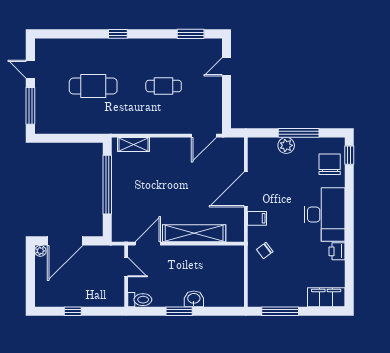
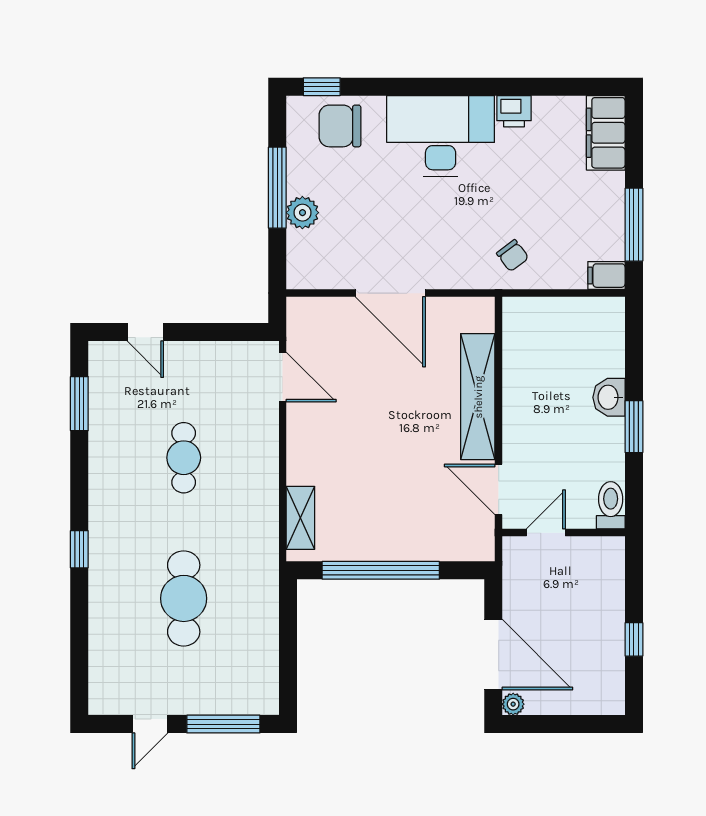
filing cabinet: (257, 218) -> (606, 276), moved, turned -90

